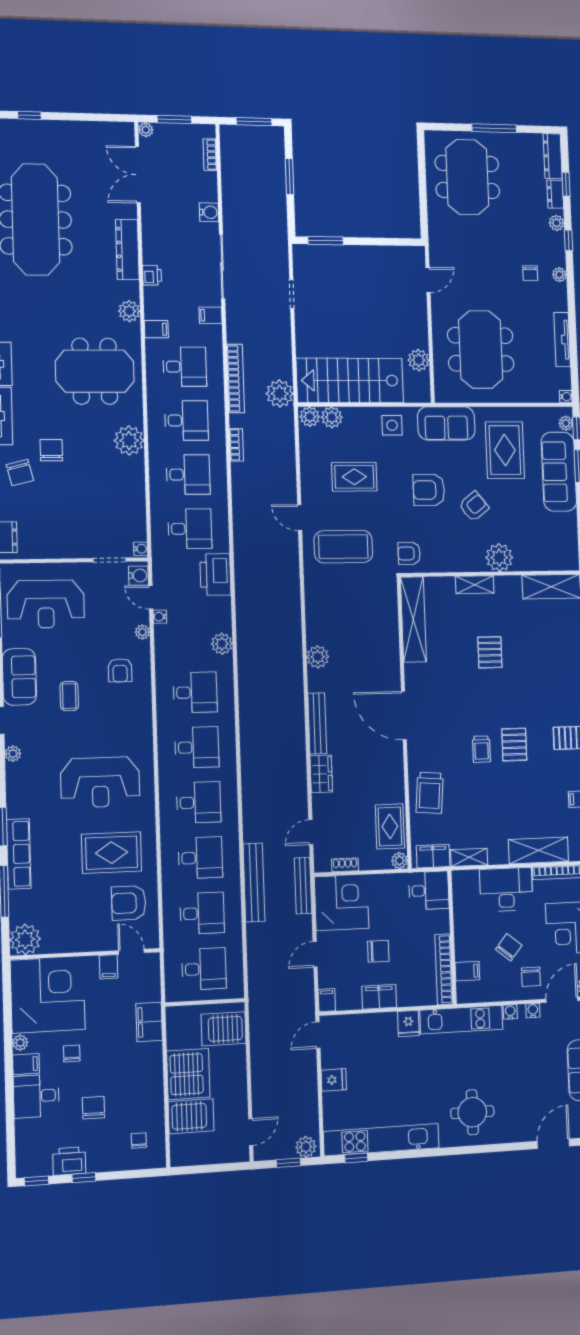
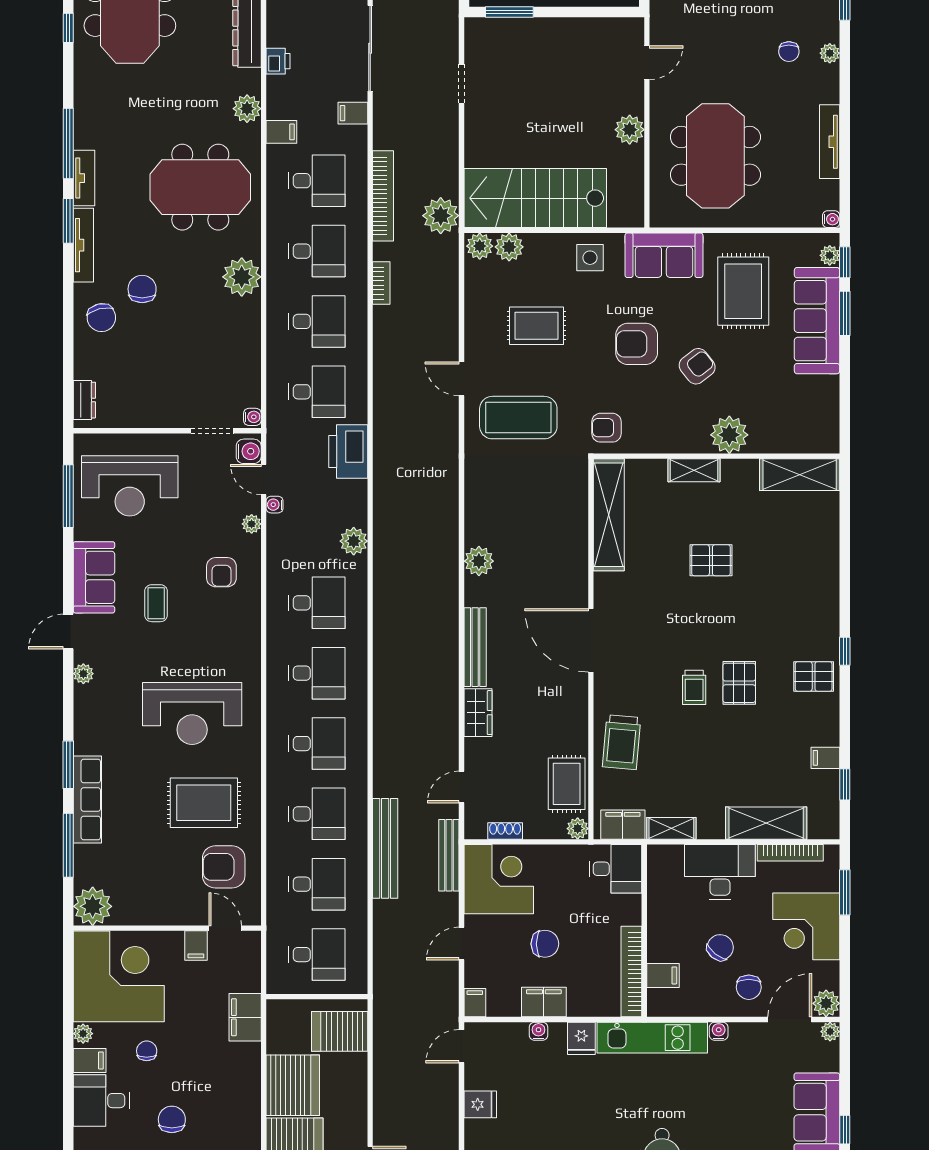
plant: (419, 360) -> (630, 130), moved
pallet: (490, 652) -> (711, 560), turned 90
water cooler: (533, 1011) -> (538, 1031), moved

